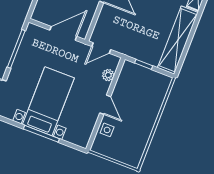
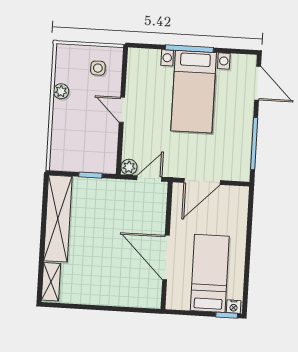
plant: (108, 75) -> (129, 167), moved
side table: (107, 130) -> (98, 68), moved
plant: (145, 133) -> (61, 91), added

